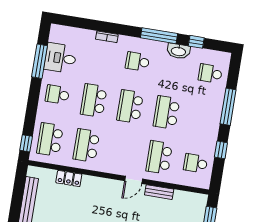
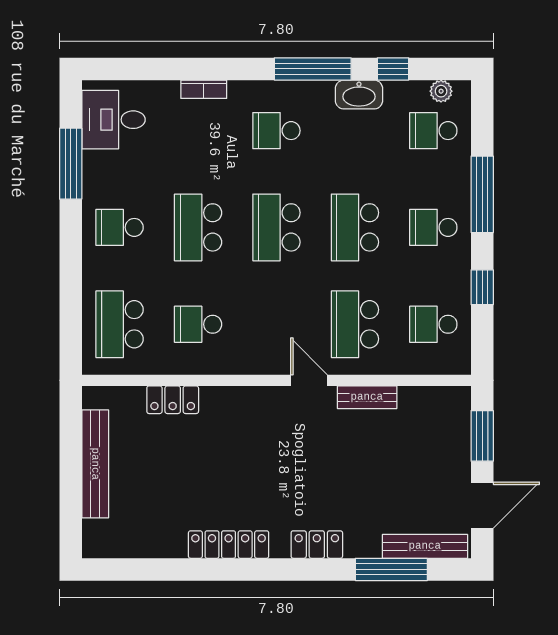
plant: (217, 56) -> (441, 91), added
desk: (60, 58) -> (114, 120), moved
school desk: (203, 118) -> (433, 227), added
window: (26, 143) -> (71, 341), removed
school desk: (86, 145) -> (198, 324), width x0.54
door: (134, 180) -> (309, 380), swing flipped

